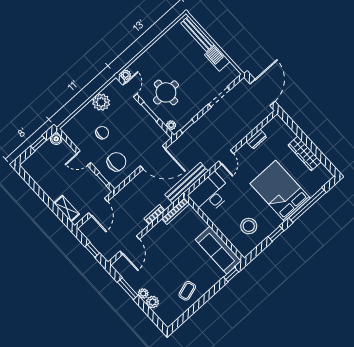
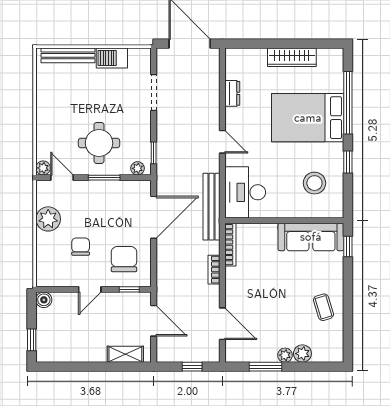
window: (38, 143) -> (32, 340), moved

